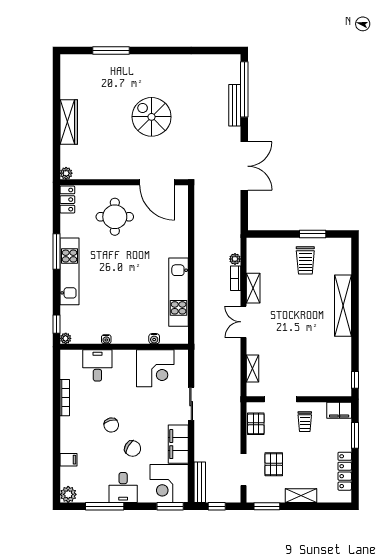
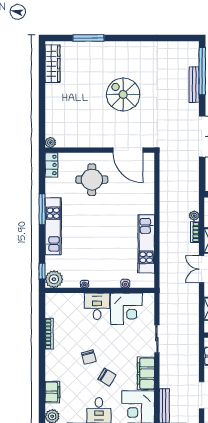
wardrobe: (69, 122) -> (53, 64), moved
plant: (66, 338) -> (54, 279), width x1.88, depth x1.88
desk: (97, 365) -> (97, 306), moved
filing cabinet: (69, 460) -> (52, 392), width x2.00

